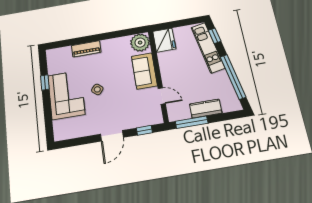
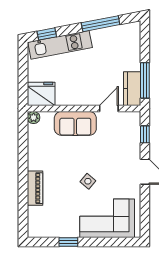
plant: (140, 43) -> (34, 118), width x0.53, depth x0.53
window: (233, 77) -> (101, 24), width x0.68
corner sofa: (66, 95) -> (107, 218), moved
kitchen counter: (206, 109) -> (132, 89), moved

